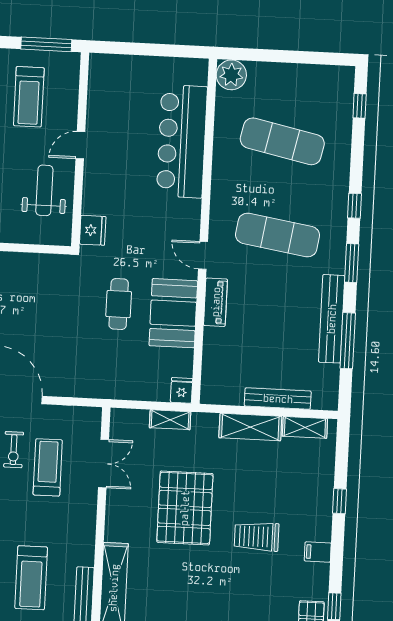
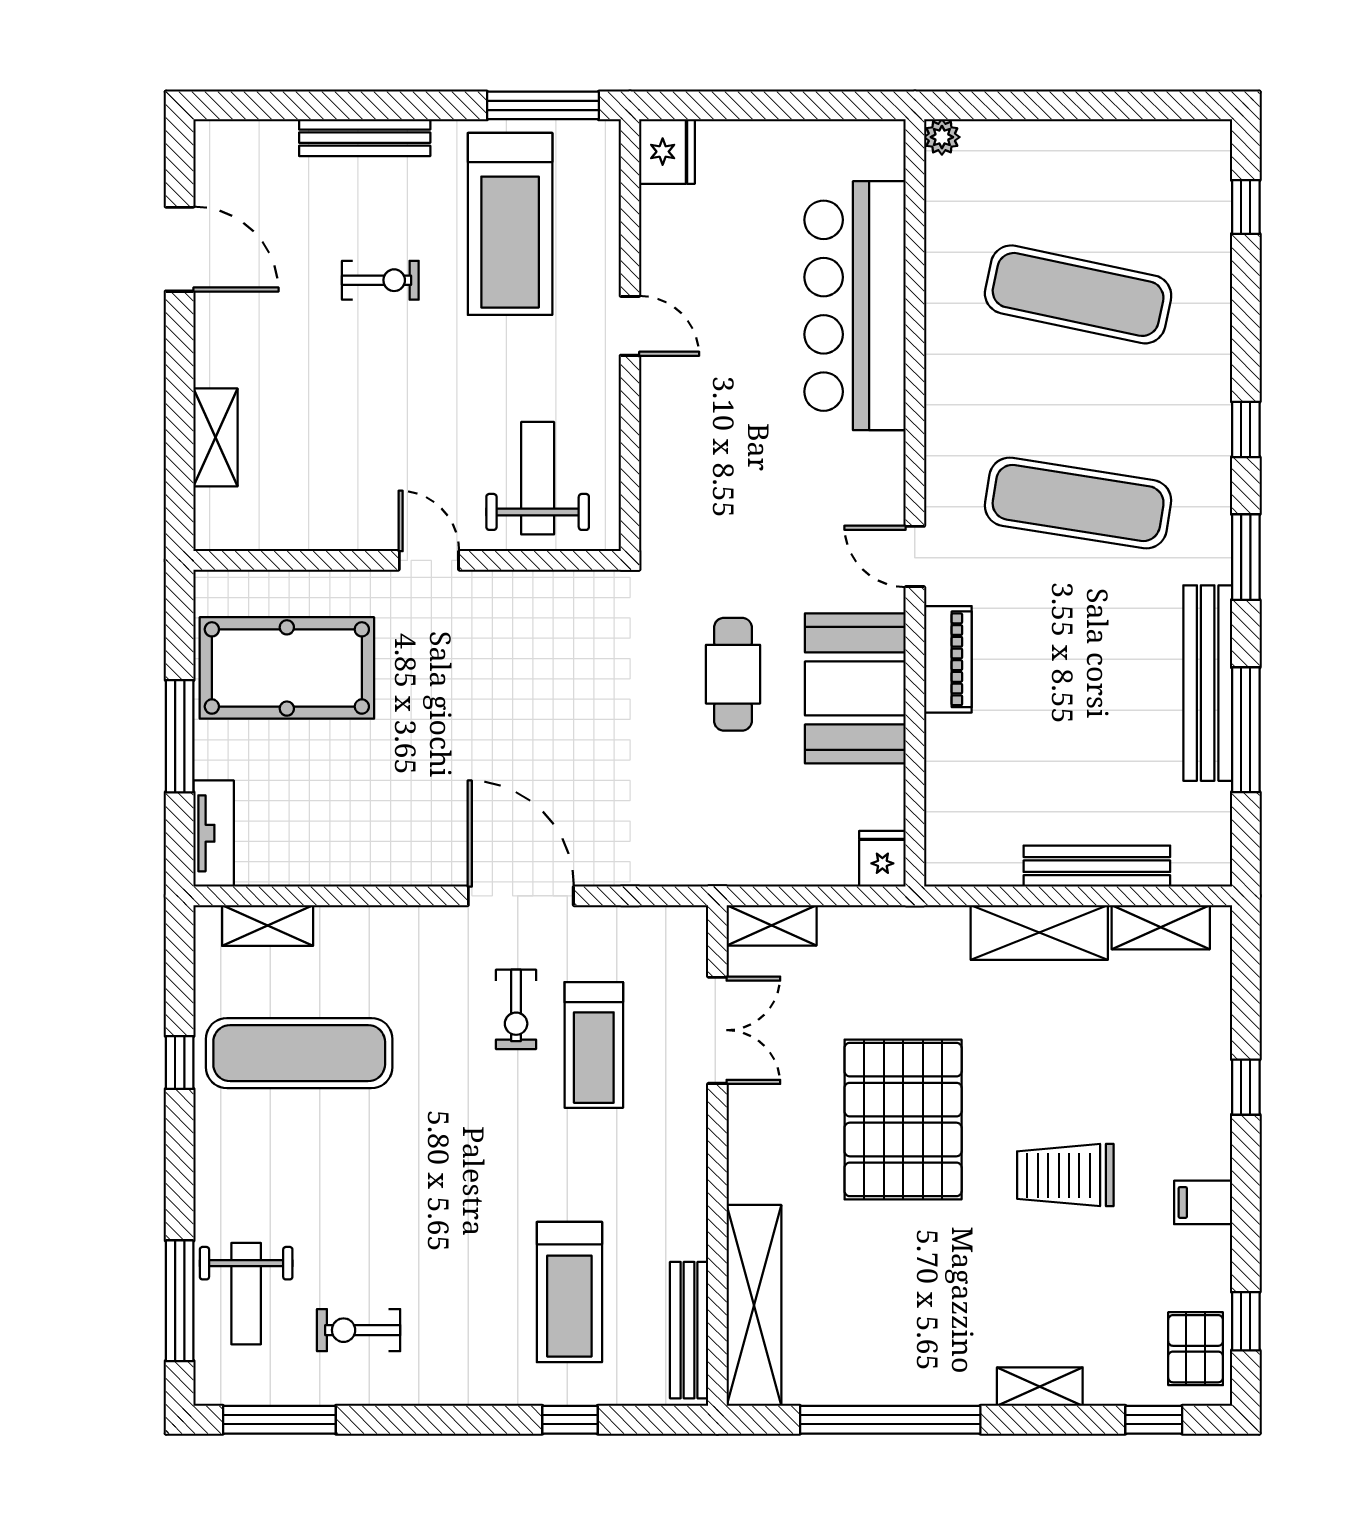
plant: (231, 75) -> (942, 137), width x0.53, depth x0.53
treadmill: (29, 97) -> (510, 224), width x1.37, depth x1.38
door: (80, 145) -> (630, 326), swing flipped
weight bench: (44, 190) -> (538, 478), moved
fridge: (93, 230) -> (667, 152), moved
shelving: (170, 420) -> (772, 925), moved
treadmill: (48, 467) -> (594, 1045), turned 180

